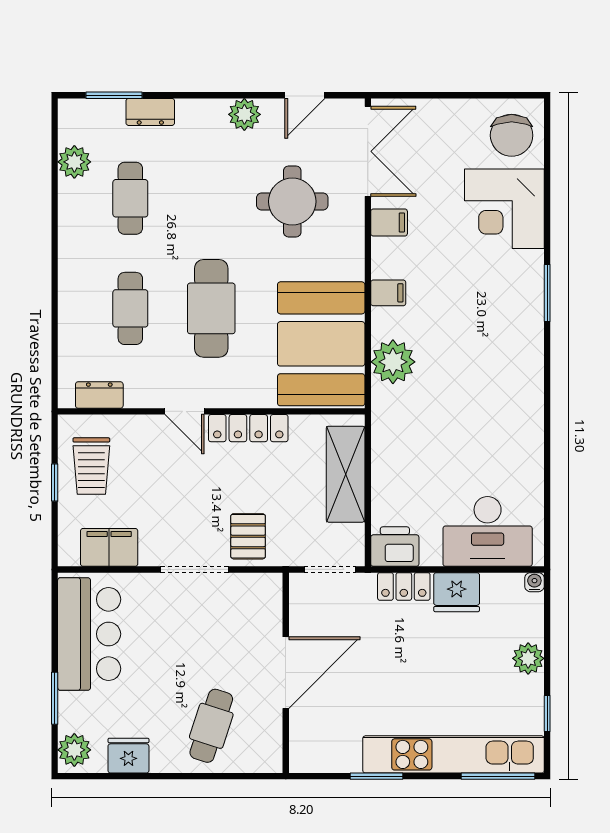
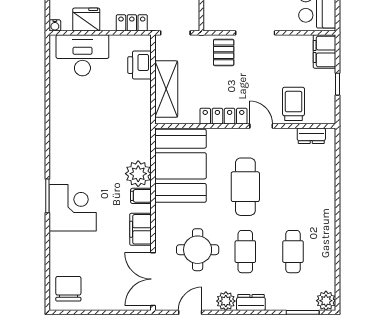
dresser: (150, 112) -> (251, 302), moved
plant: (74, 162) -> (326, 301), moved
corner desk: (504, 209) -> (73, 208), moved
filing cabinet: (389, 222) -> (141, 229), width x2.00
cafe table: (130, 308) -> (245, 252), moved
plant: (393, 362) -> (138, 174), moved
trolley: (91, 466) -> (294, 104), moved
filing cabinet: (109, 547) -> (325, 52), moved, turned 90
printer: (395, 547) -> (140, 65), moved, turned 90
fridge: (457, 592) -> (86, 20), moved

